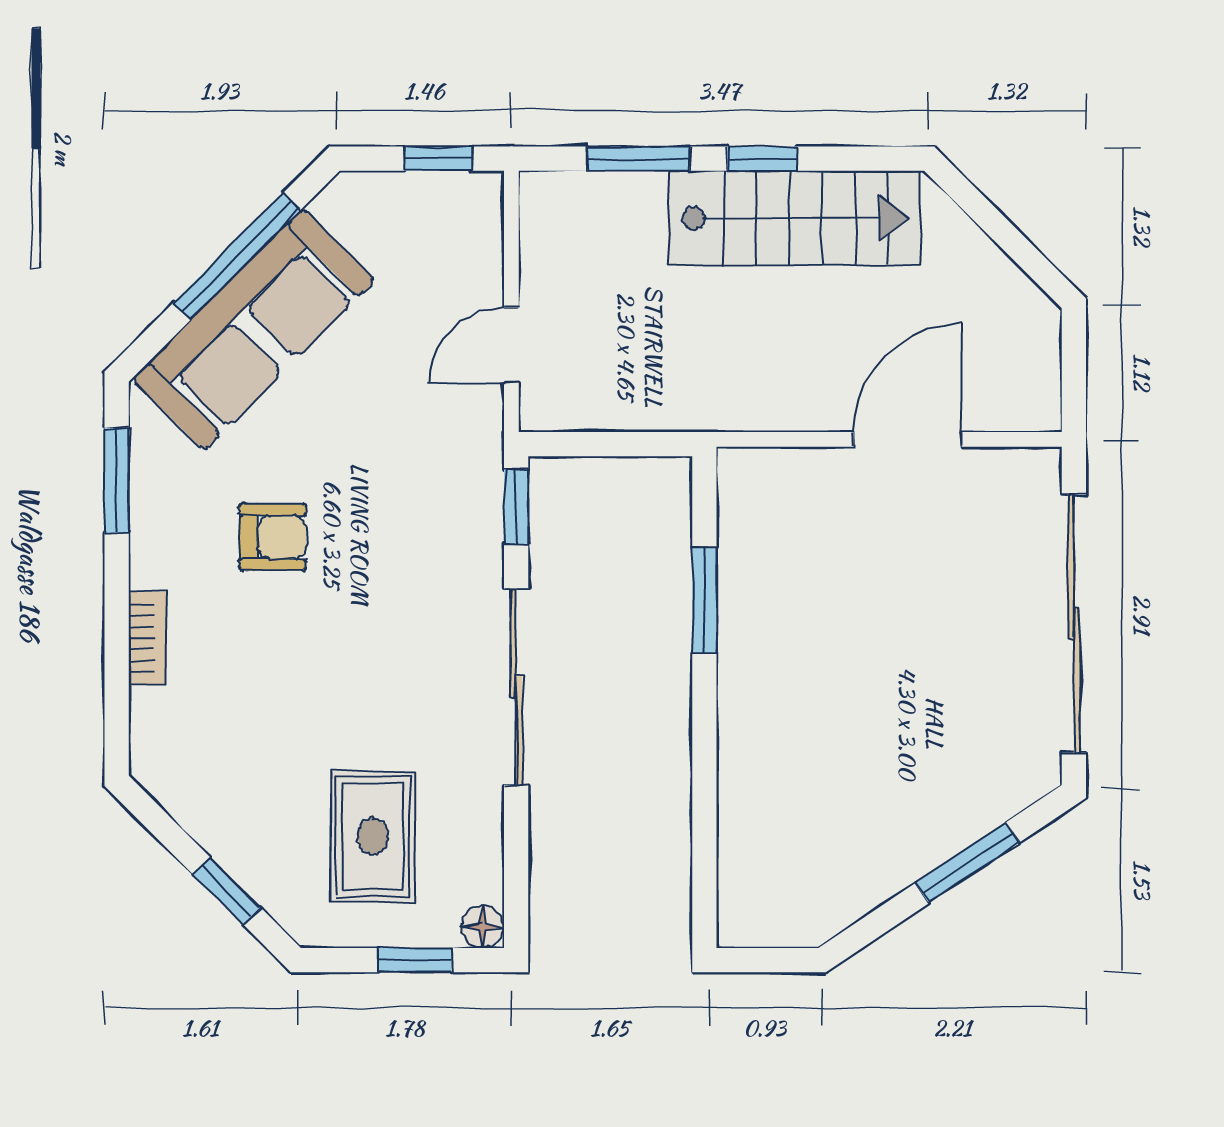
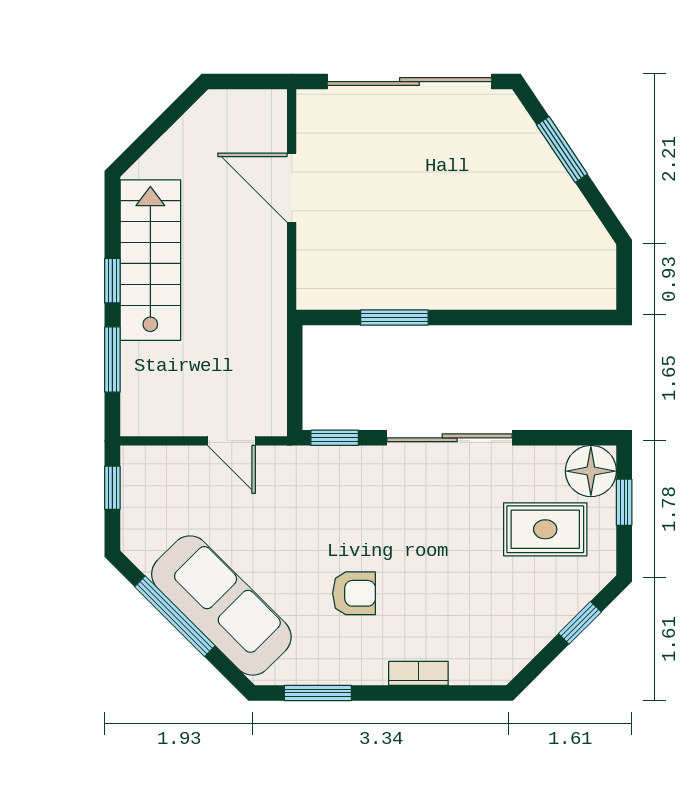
armchair: (273, 537) -> (354, 593), turned 90
floor lamp: (483, 927) -> (591, 471), width x1.89, depth x1.89

